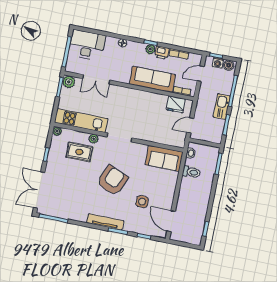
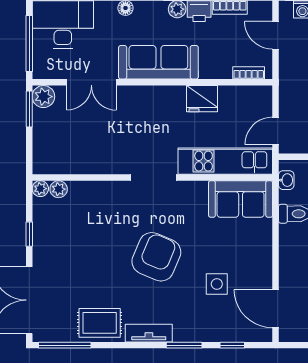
door: (201, 74) -> (275, 35), hinge flipped
sofa: (152, 79) -> (158, 62), moved
fridge: (176, 104) -> (202, 99), moved
kitchen unit: (81, 121) -> (225, 161), moved
plant: (94, 139) -> (59, 189), moved
rug: (79, 152) -> (100, 323), moved
tv unit: (105, 222) -> (149, 333), width x0.71

